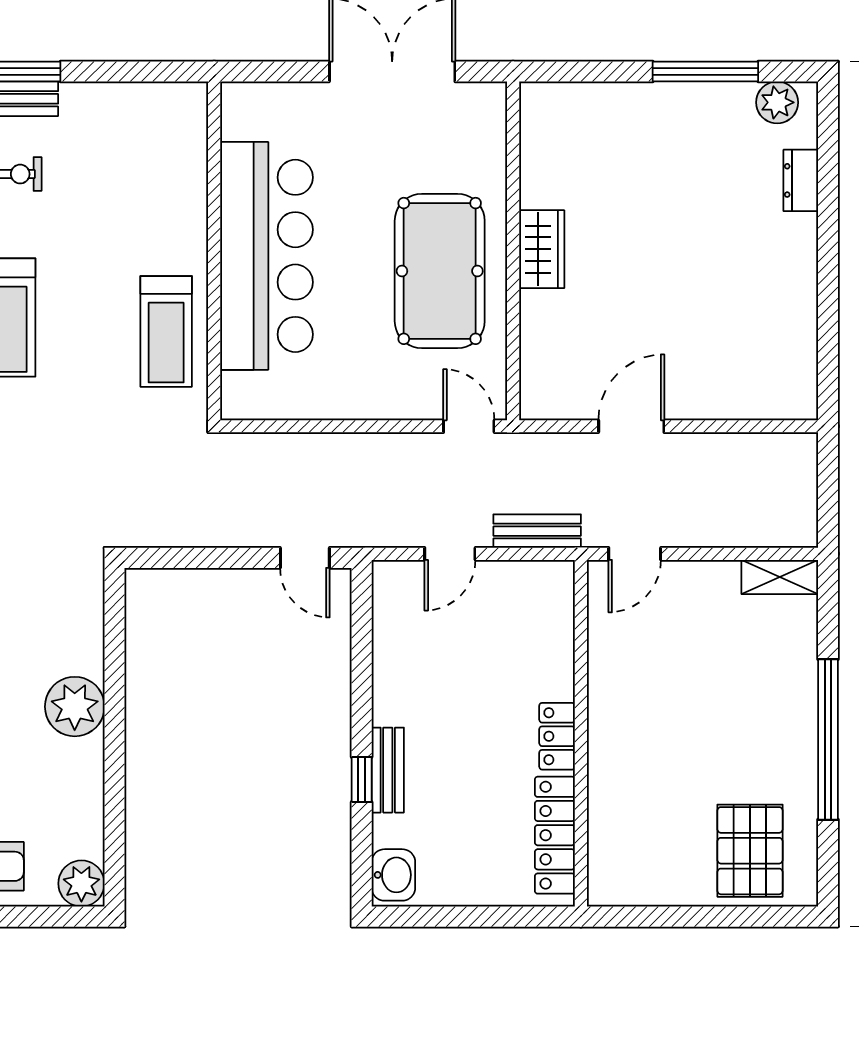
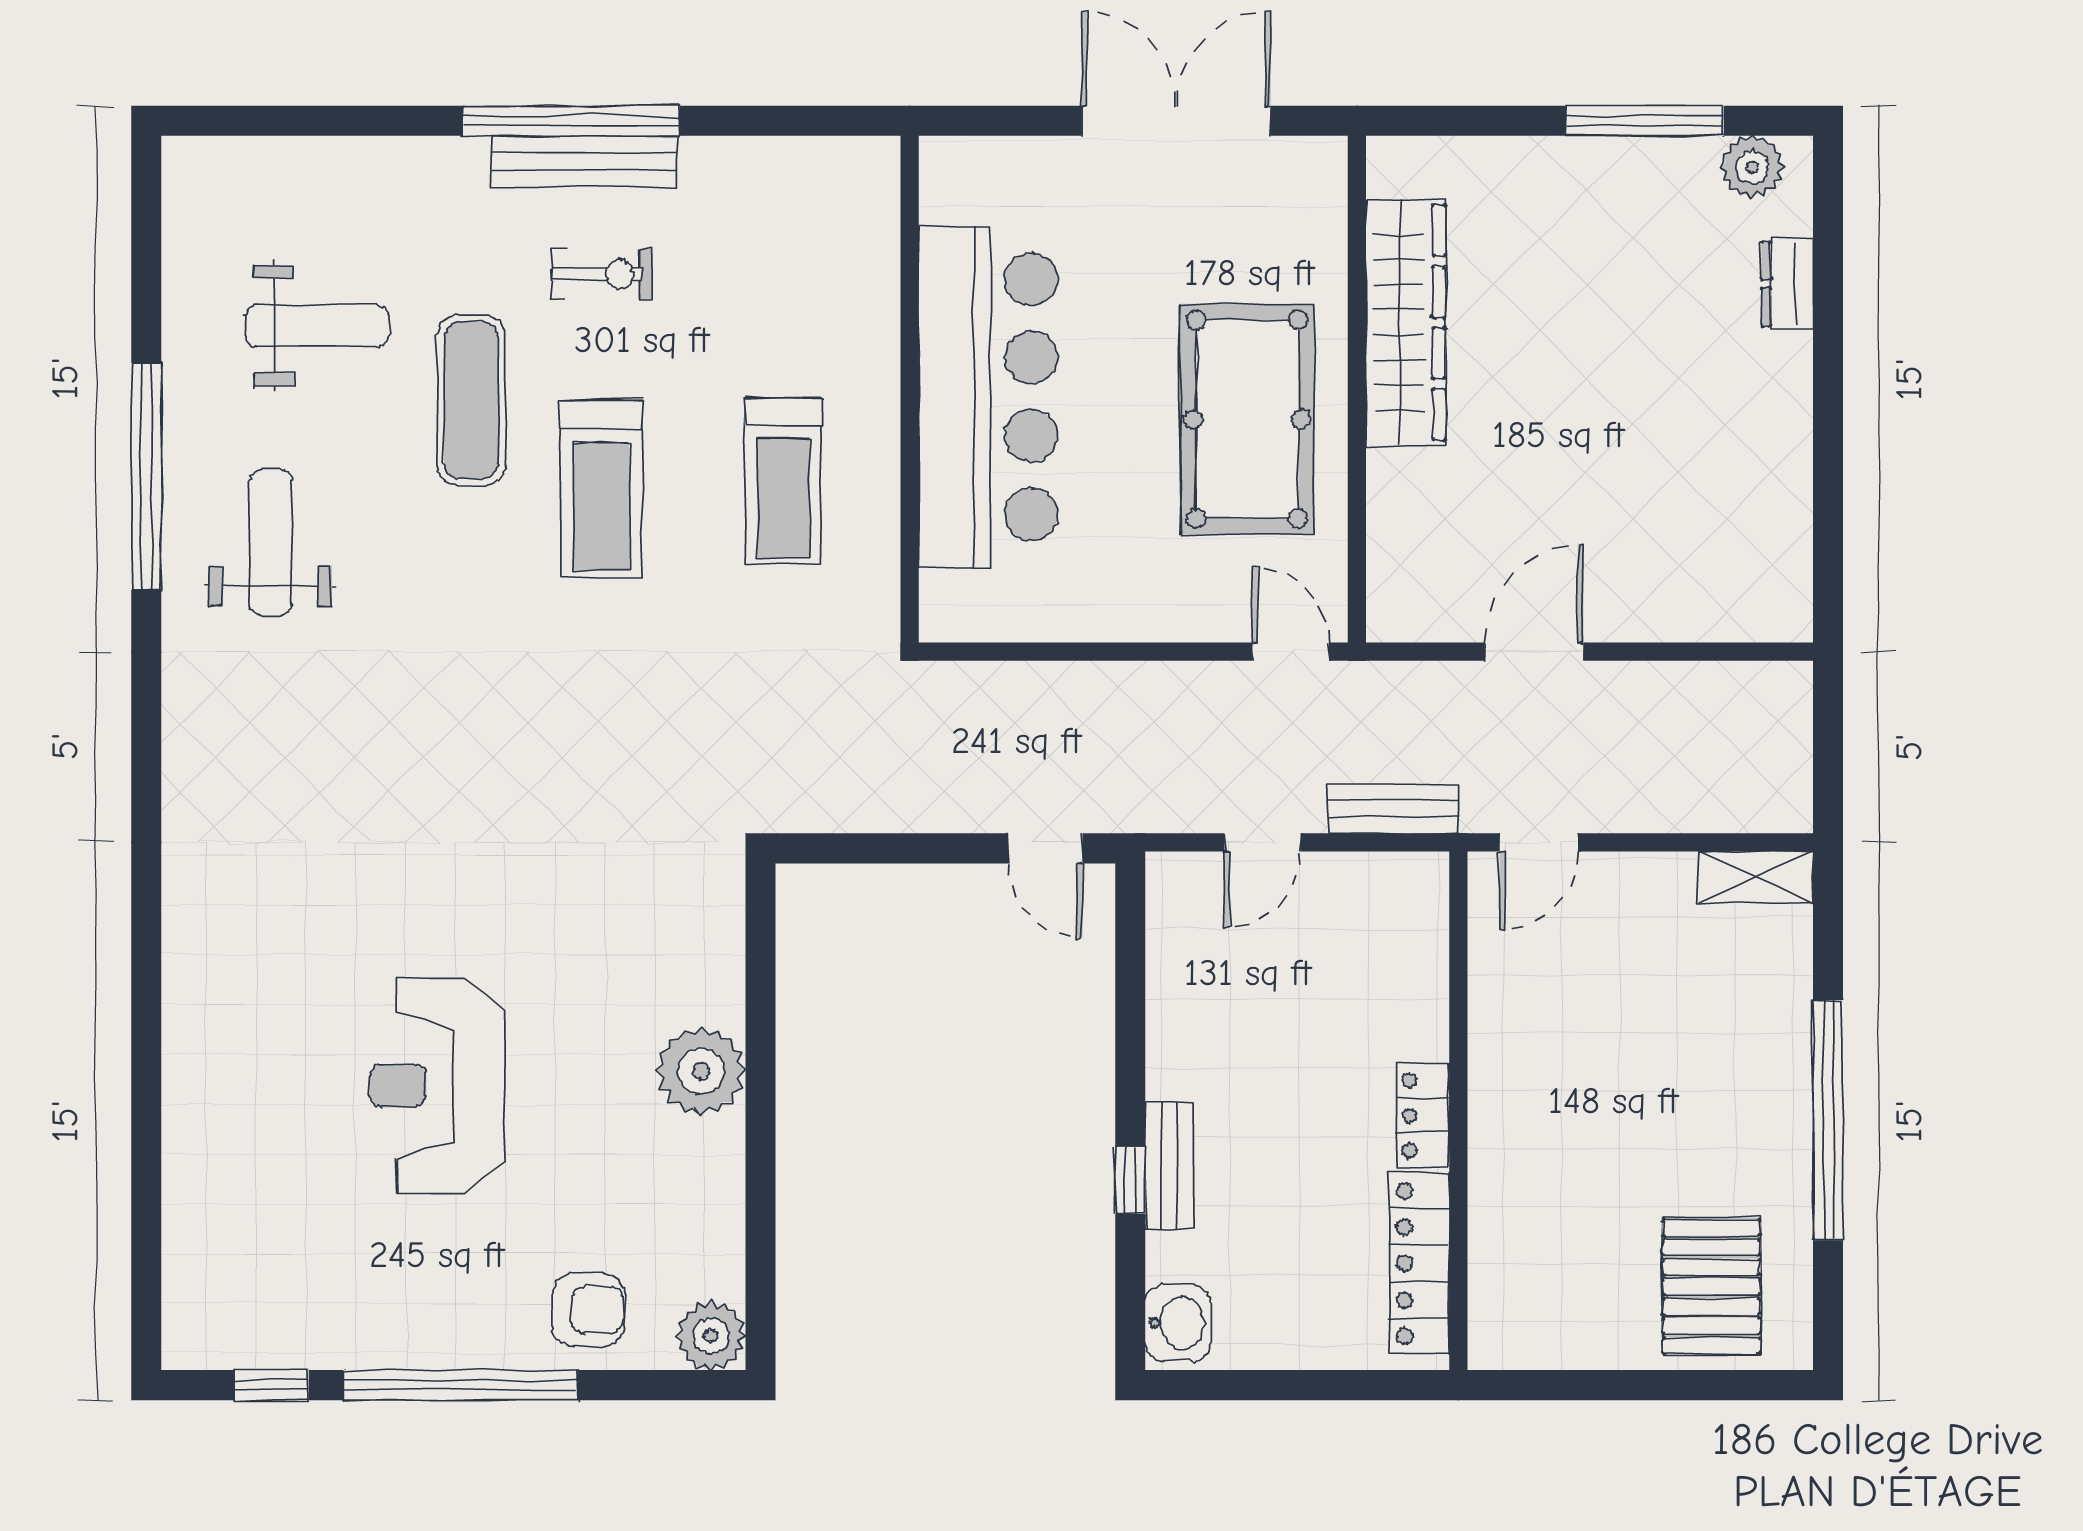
wardrobe: (542, 249) -> (1406, 322), width x2.10, depth x1.17
treadmill: (166, 331) -> (783, 482), moved

